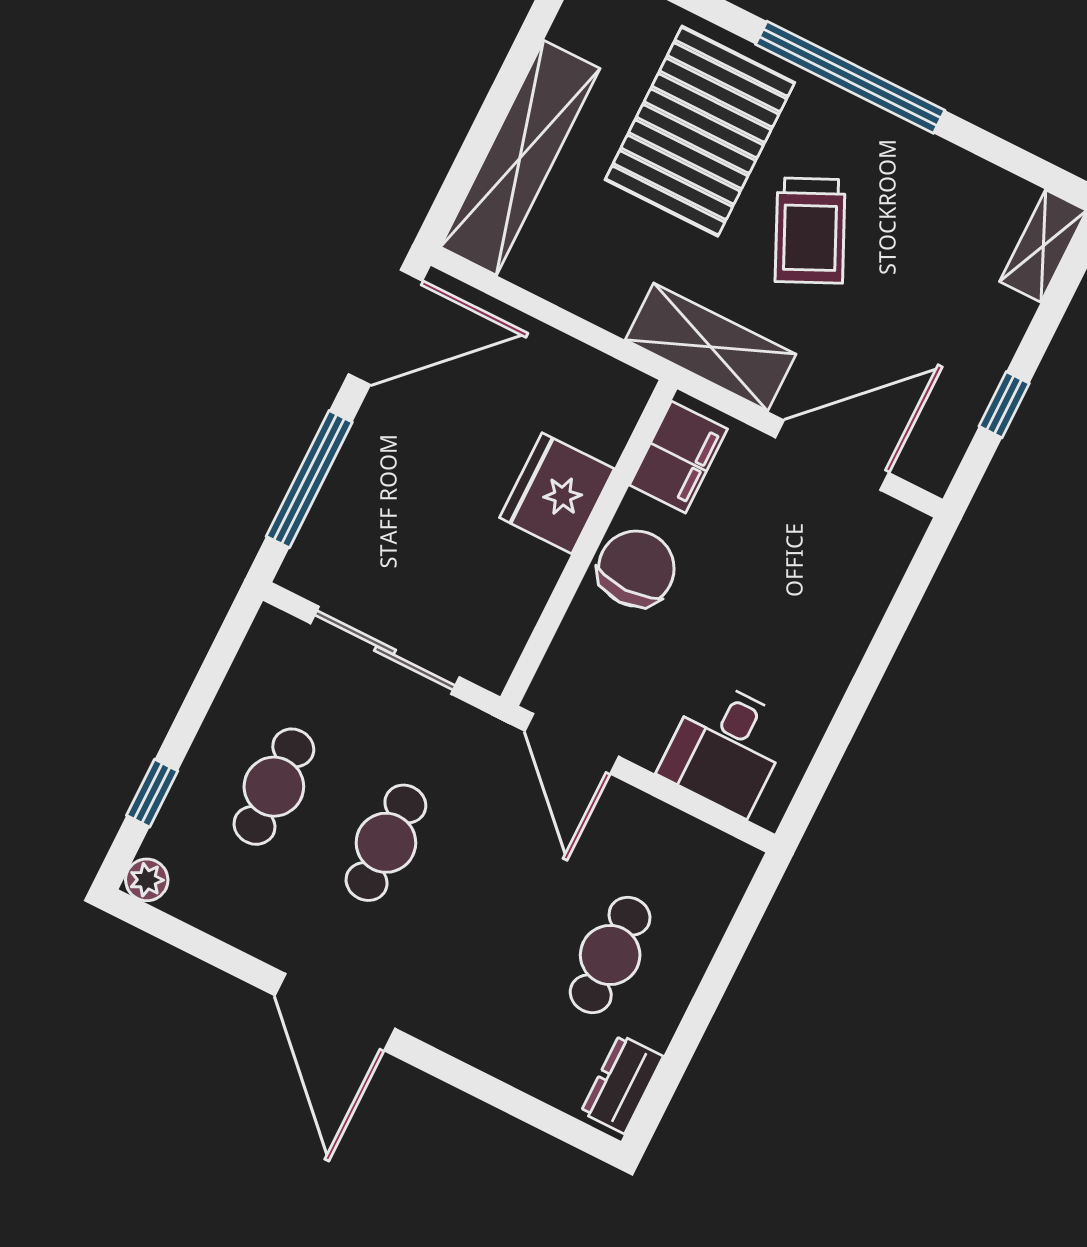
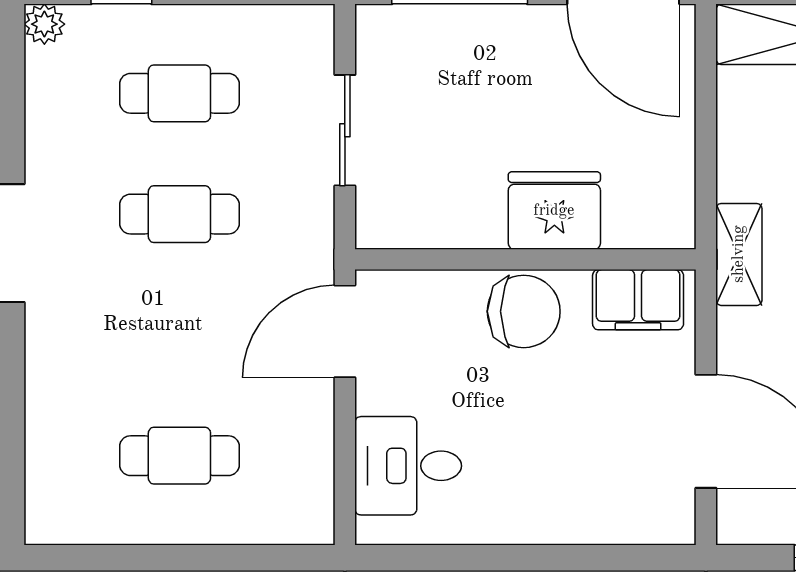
shelving: (711, 347) -> (739, 254), width x0.67, depth x0.75
sliding door: (385, 650) -> (345, 130), width x0.73
dresser: (622, 1084) -> (73, 522), removed

